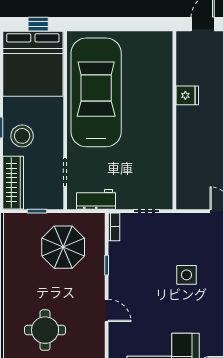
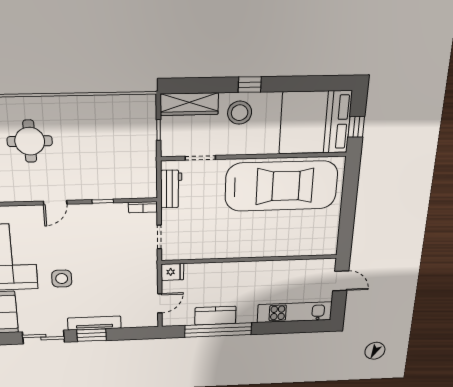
fridge: (187, 95) -> (172, 272), moved, turned -90
parasol: (63, 247) -> (121, 158), removed
side table: (187, 275) -> (62, 279), moved

